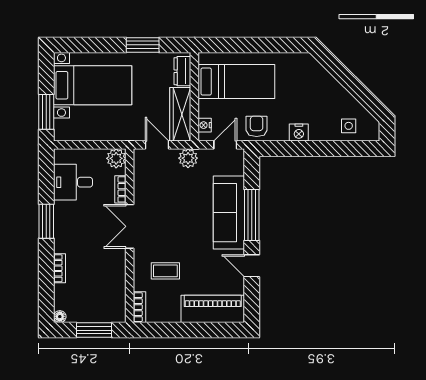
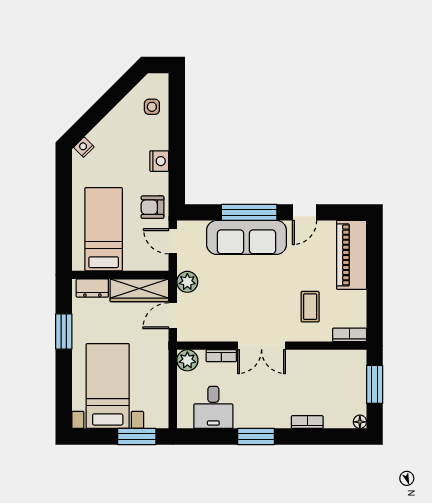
nightstand: (205, 125) -> (84, 147), moved, turned 135

